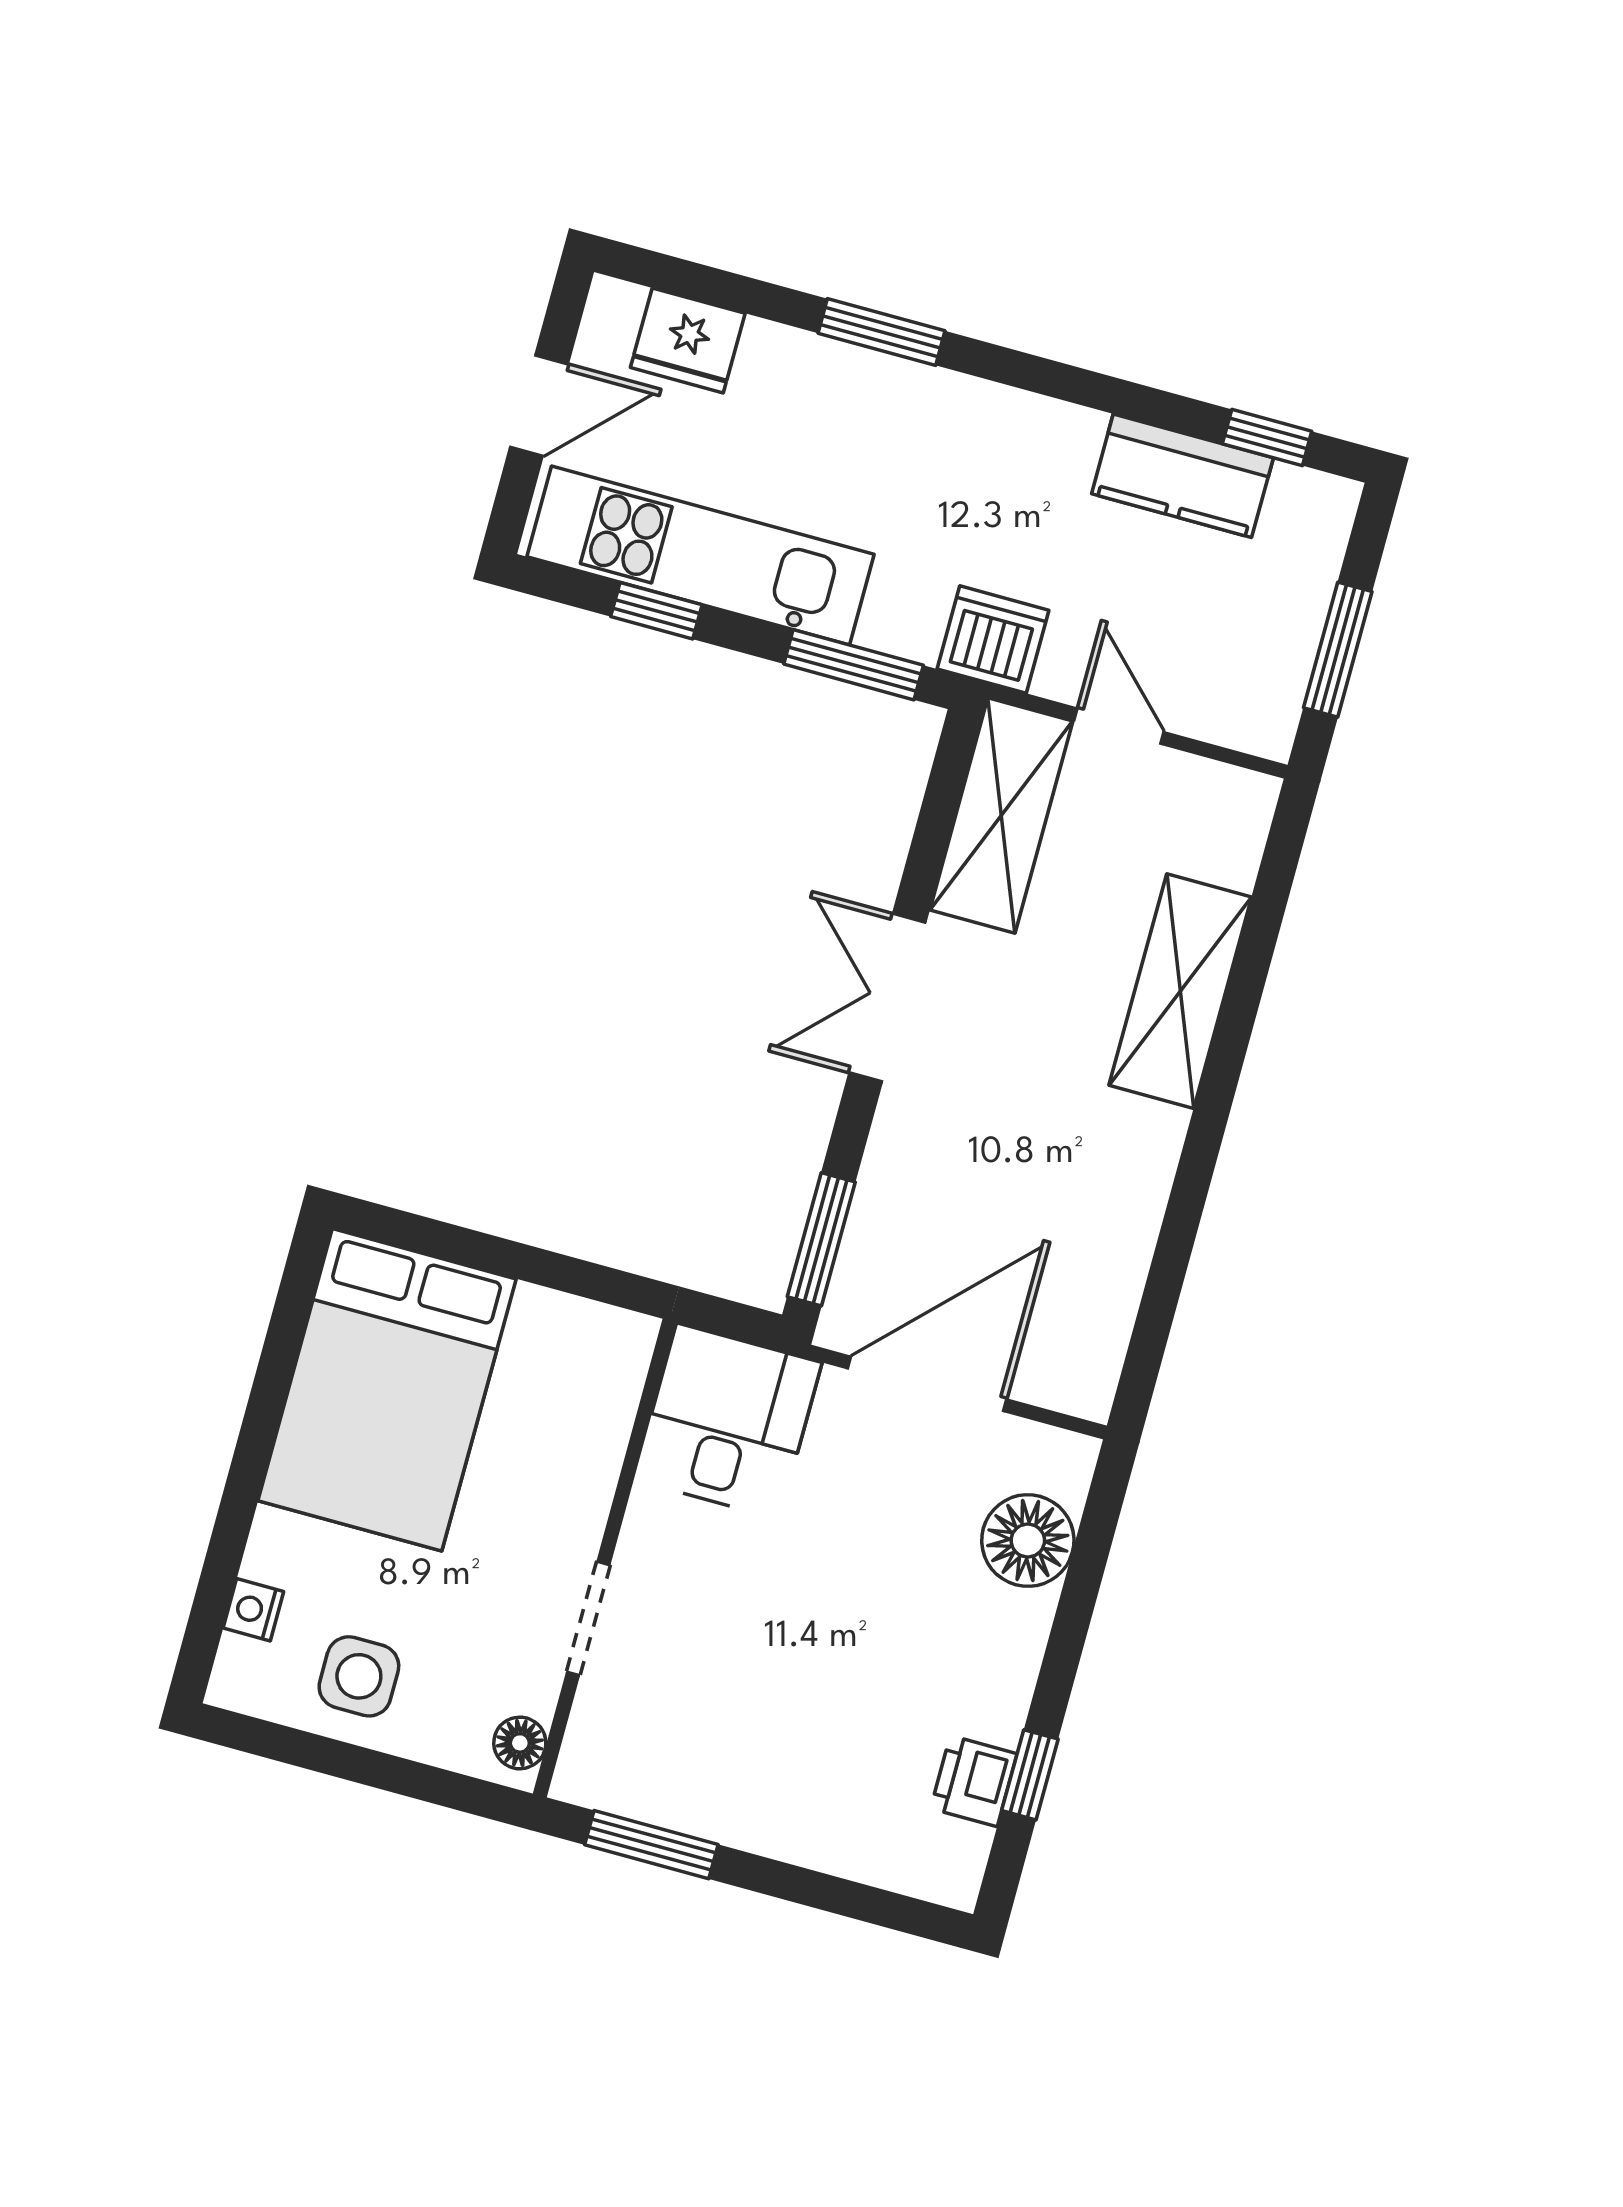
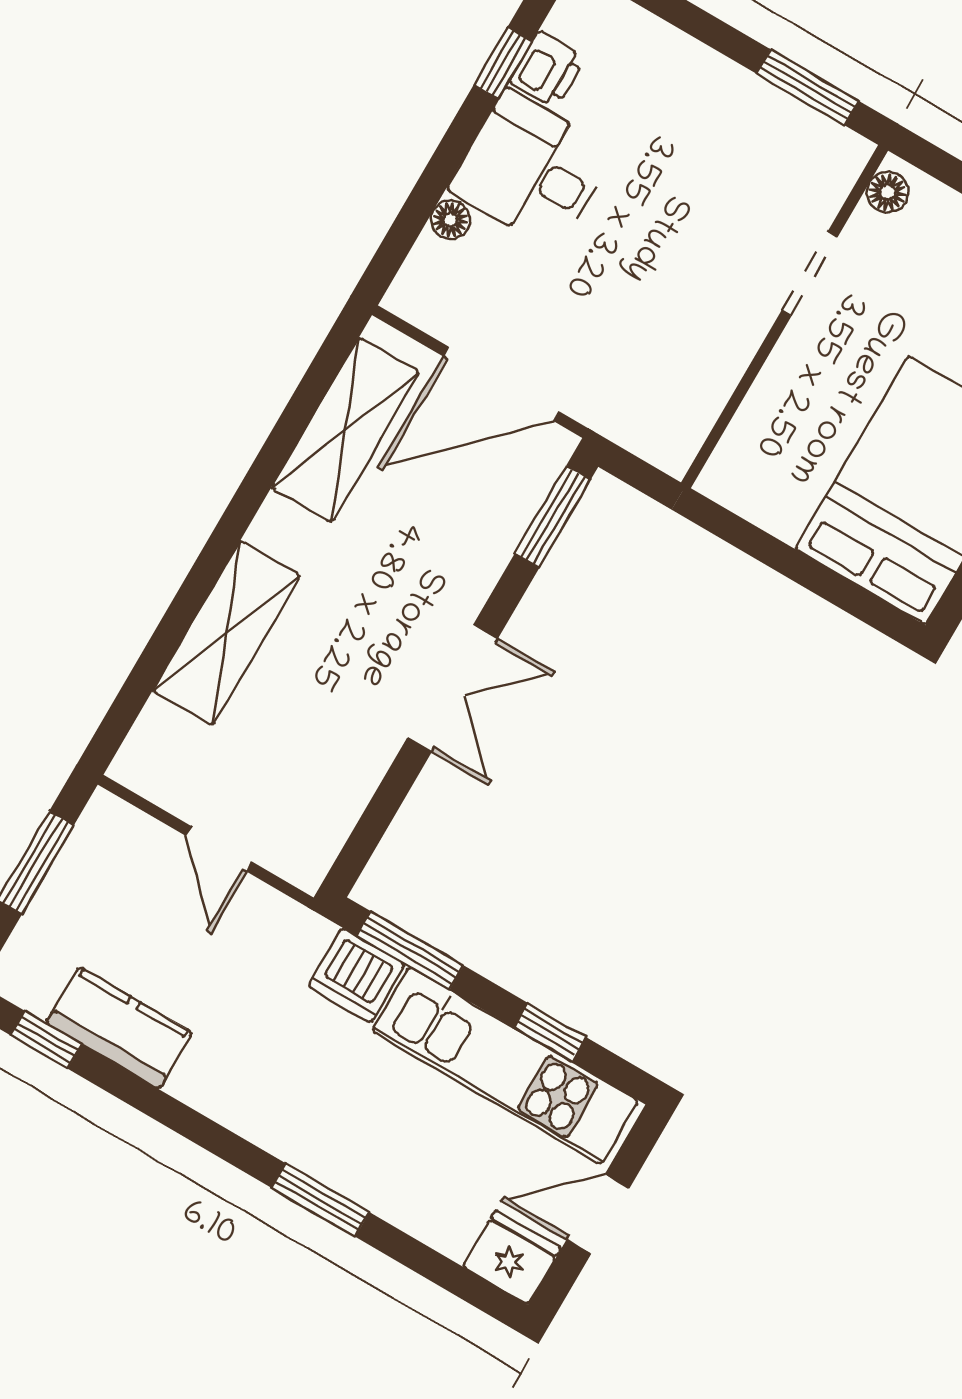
fridge: (688, 340) -> (512, 1257), moved
dishwasher: (993, 640) -> (356, 975), moved
shelving: (1001, 816) -> (345, 430), moved
desk: (728, 1421) -> (532, 170), moved, turned 90
floor lamp: (1028, 1540) -> (450, 220), width x0.53, depth x0.53

